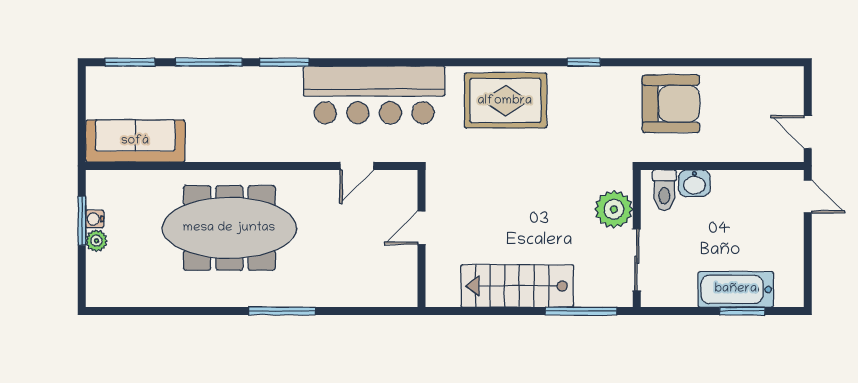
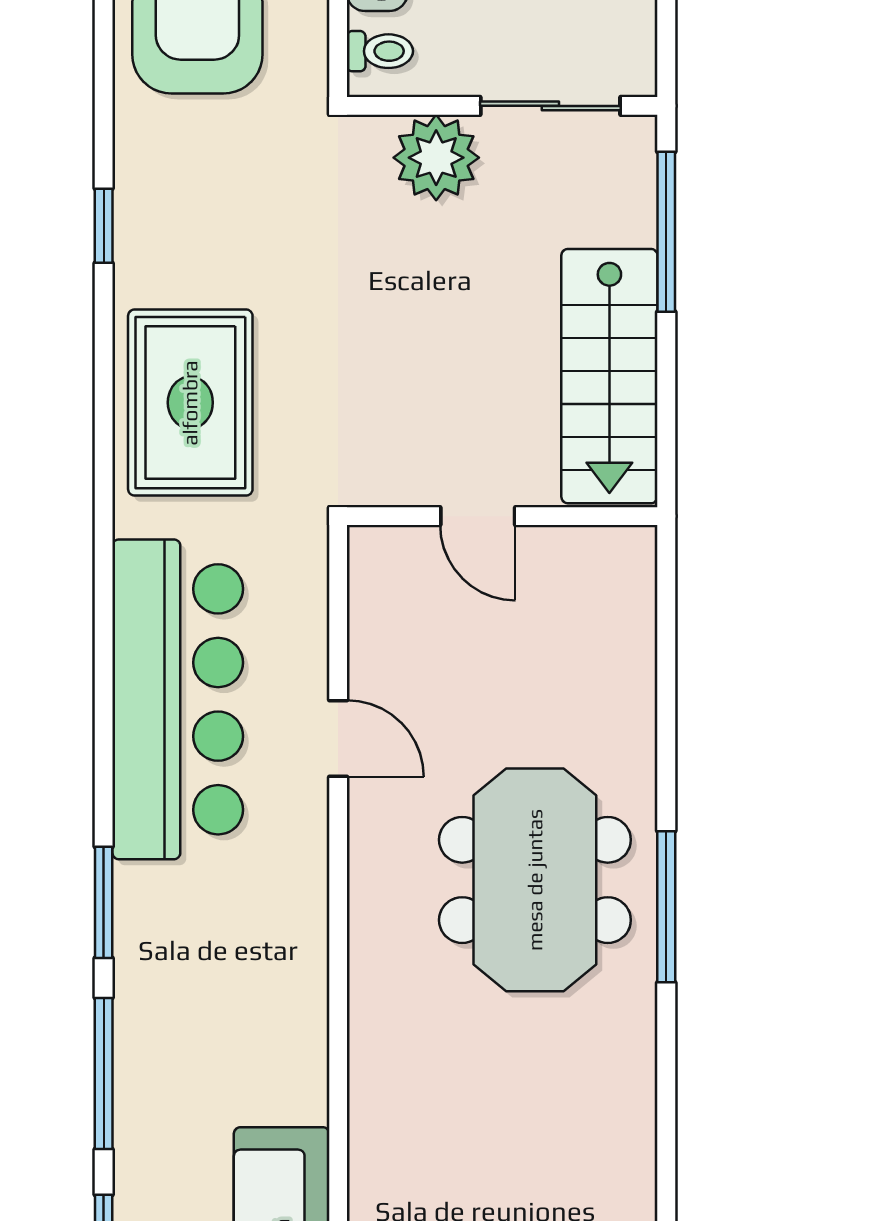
toilet: (664, 190) -> (380, 51), width x0.73, depth x0.72
meeting table: (229, 228) -> (535, 880), moved, width x0.73
door: (422, 228) -> (478, 516), moved
wall: (422, 238) -> (502, 516), moved

